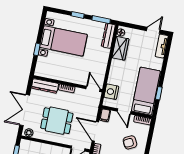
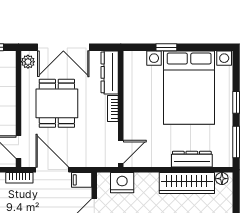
dresser: (108, 36) -> (192, 159), moved
bed with nightstands: (63, 41) -> (189, 88), width x1.36
wardrobe: (120, 48) -> (187, 183), width x1.50
double door: (25, 110) -> (63, 47), swing flipped
door: (95, 131) -> (52, 170), hinge flipped

